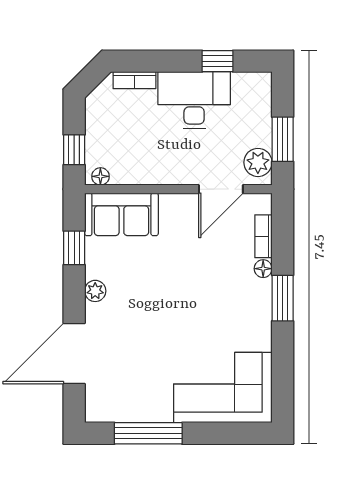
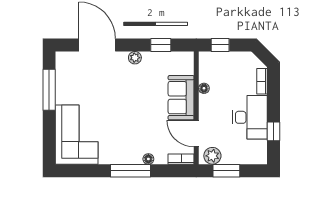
floor lamp: (100, 176) -> (204, 88), moved
sofa: (121, 214) -> (181, 98), moved
bookcase: (263, 236) -> (181, 159), moved
window: (283, 298) -> (131, 171), width x1.44

